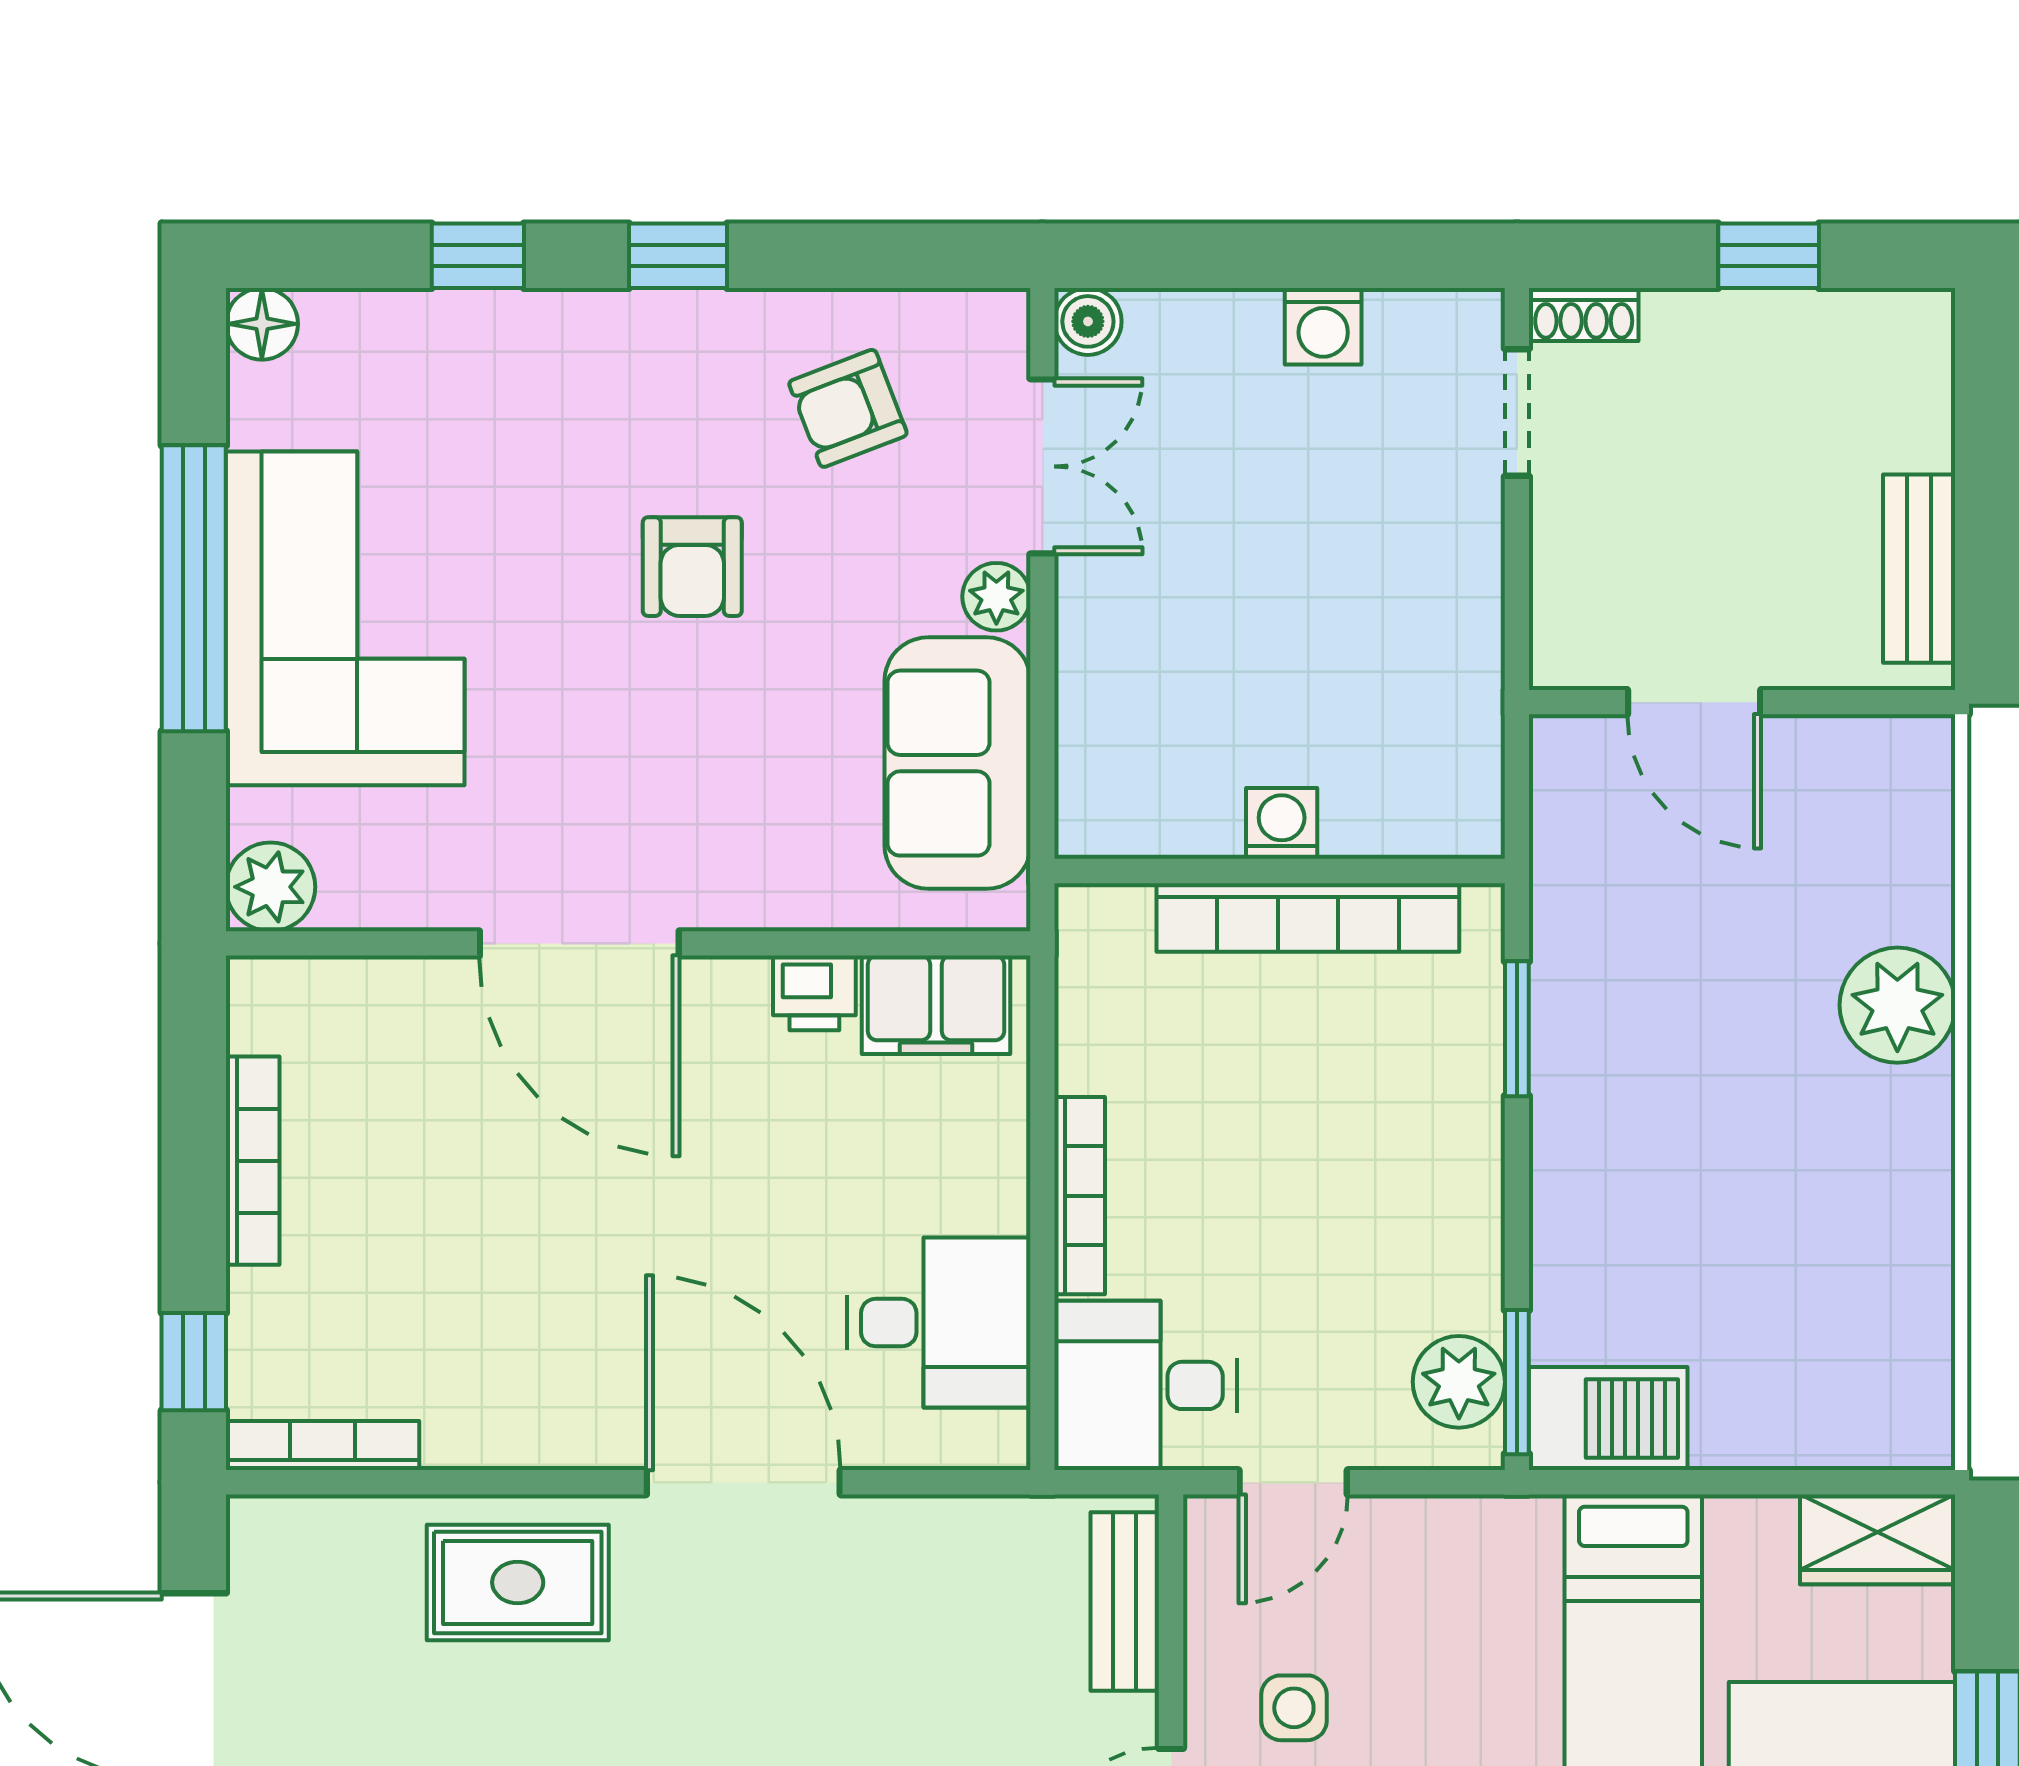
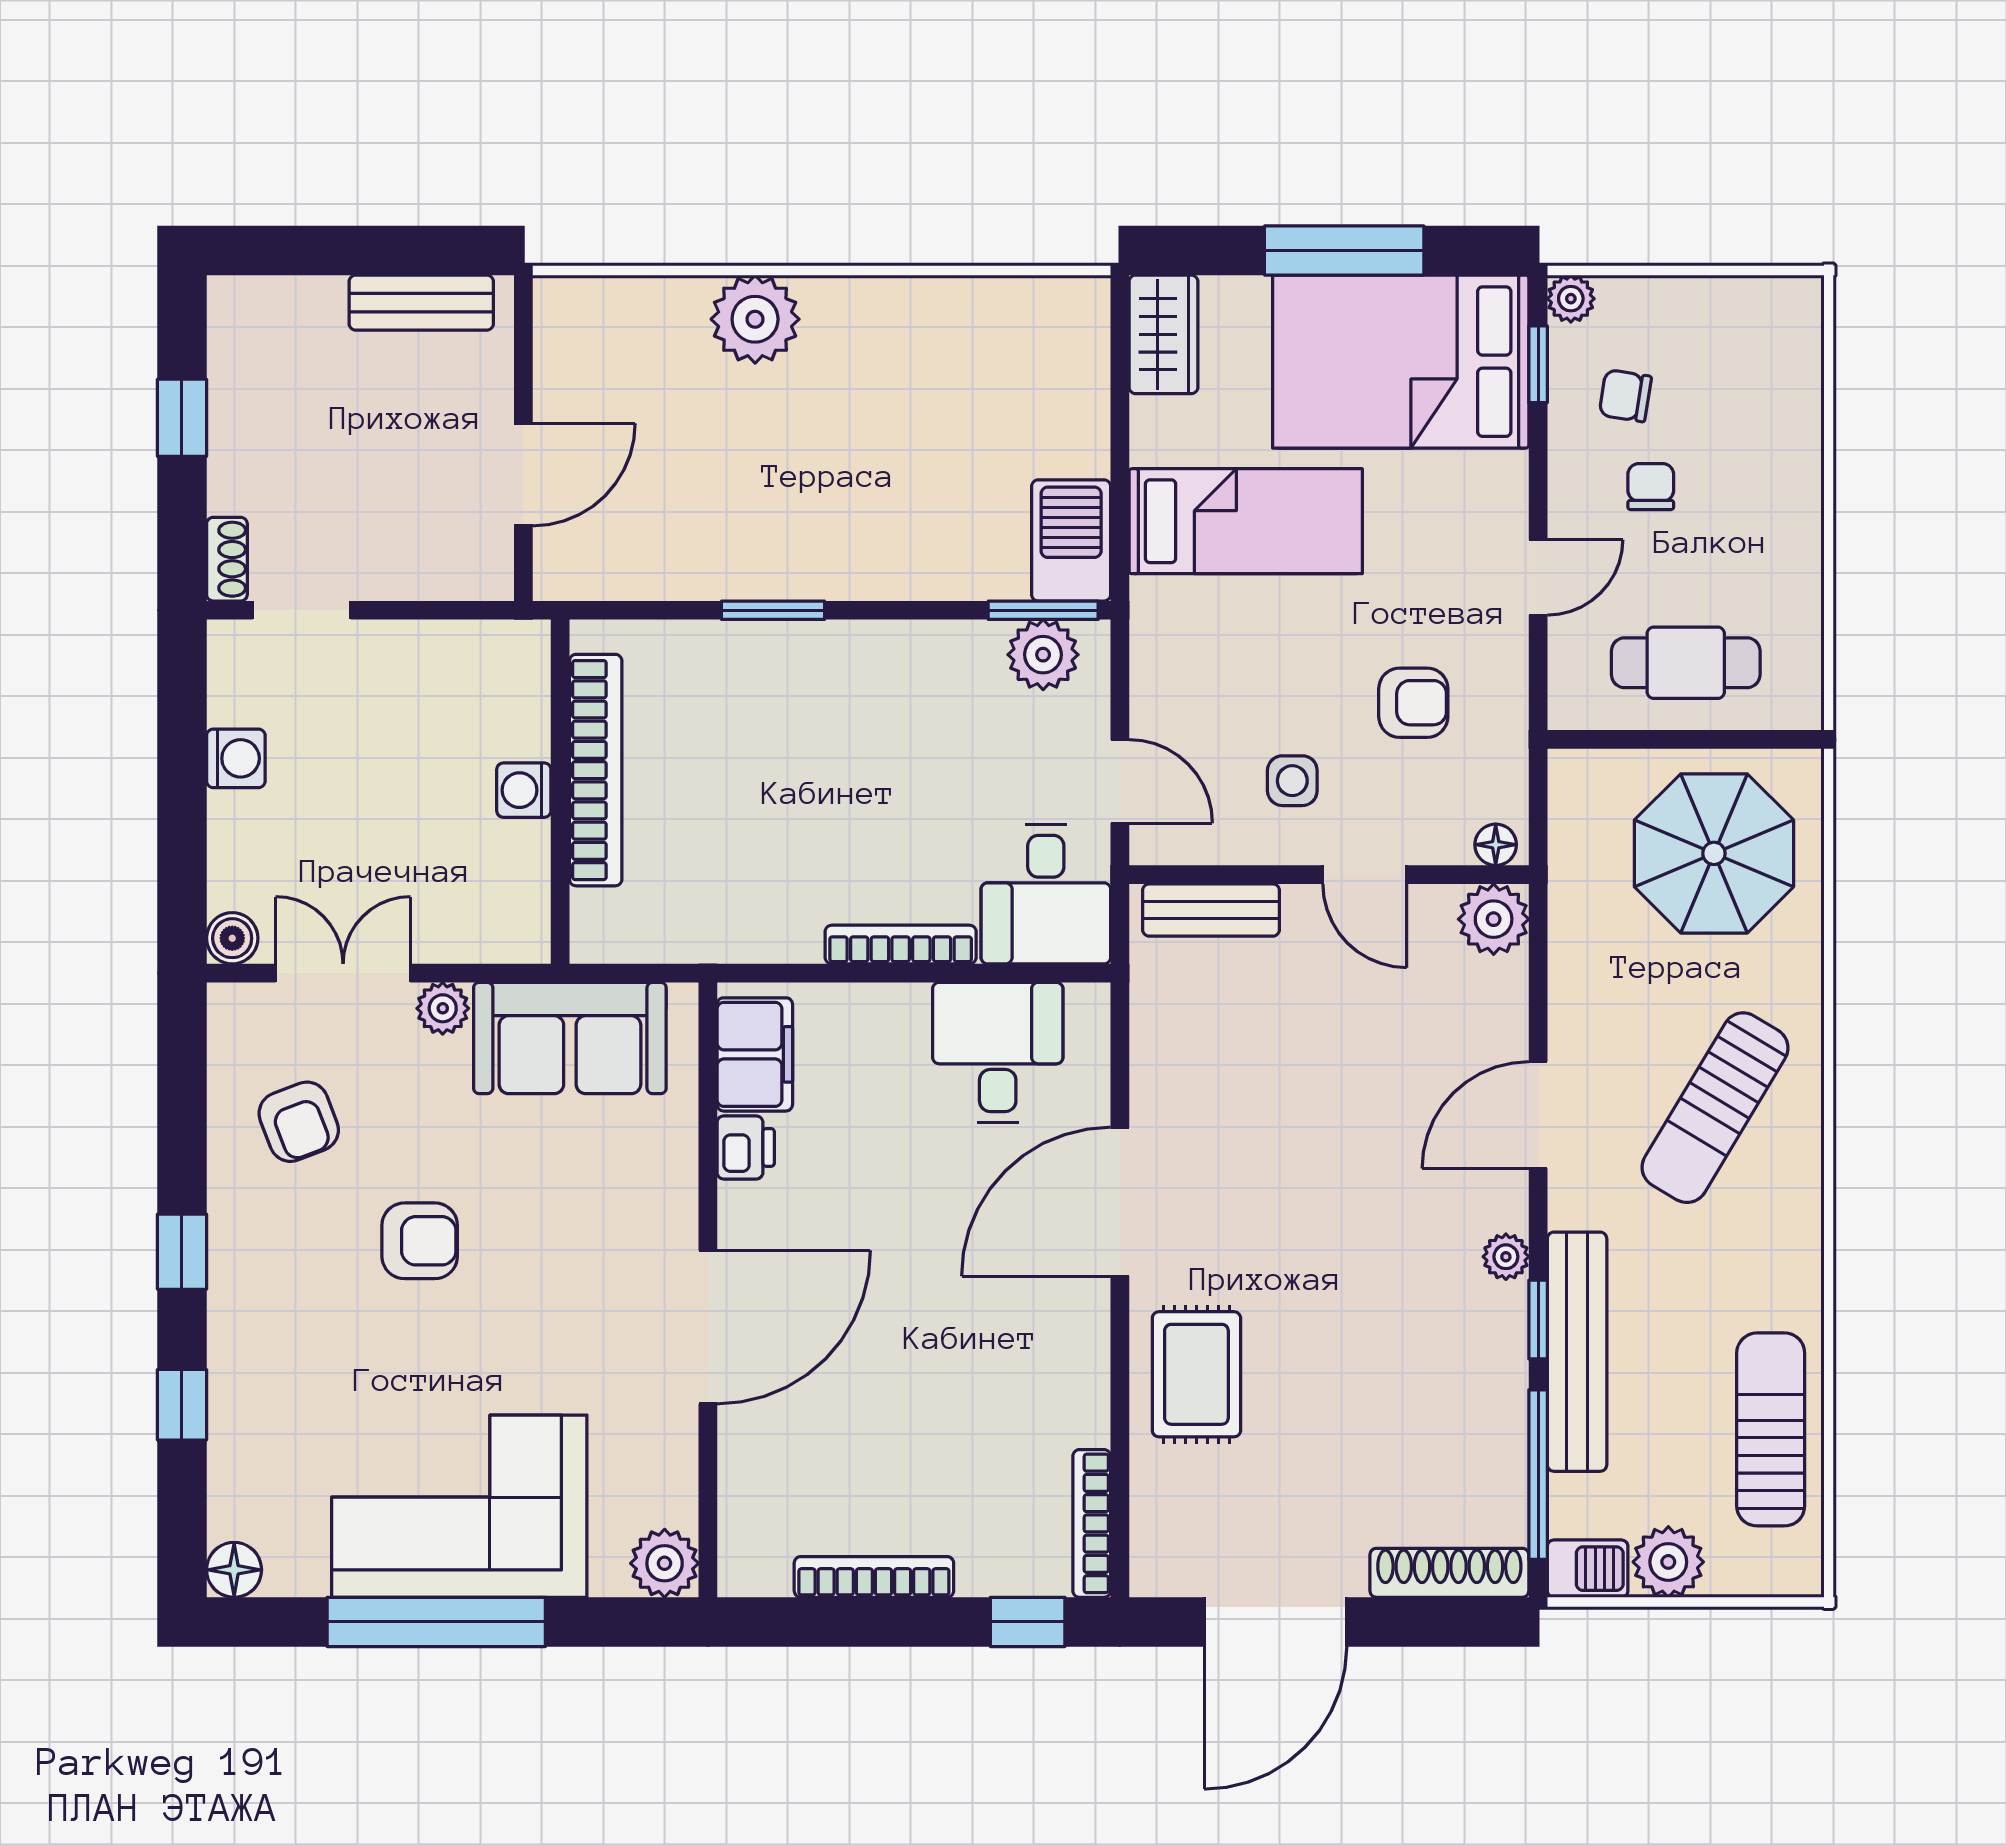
washing machine: (1282, 823) -> (524, 790), moved
wall: (1280, 871) -> (560, 792), moved
bookcase: (1308, 917) -> (596, 770), moved

